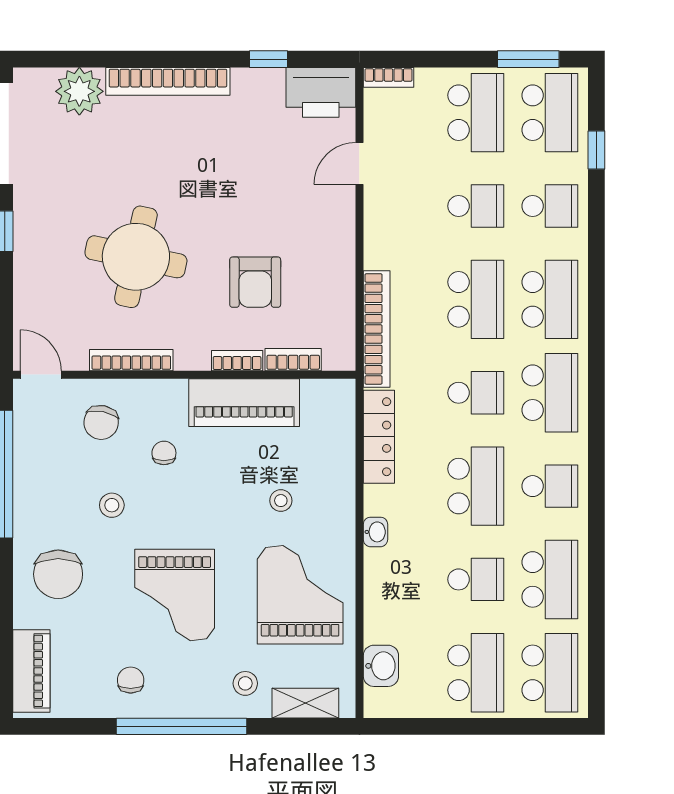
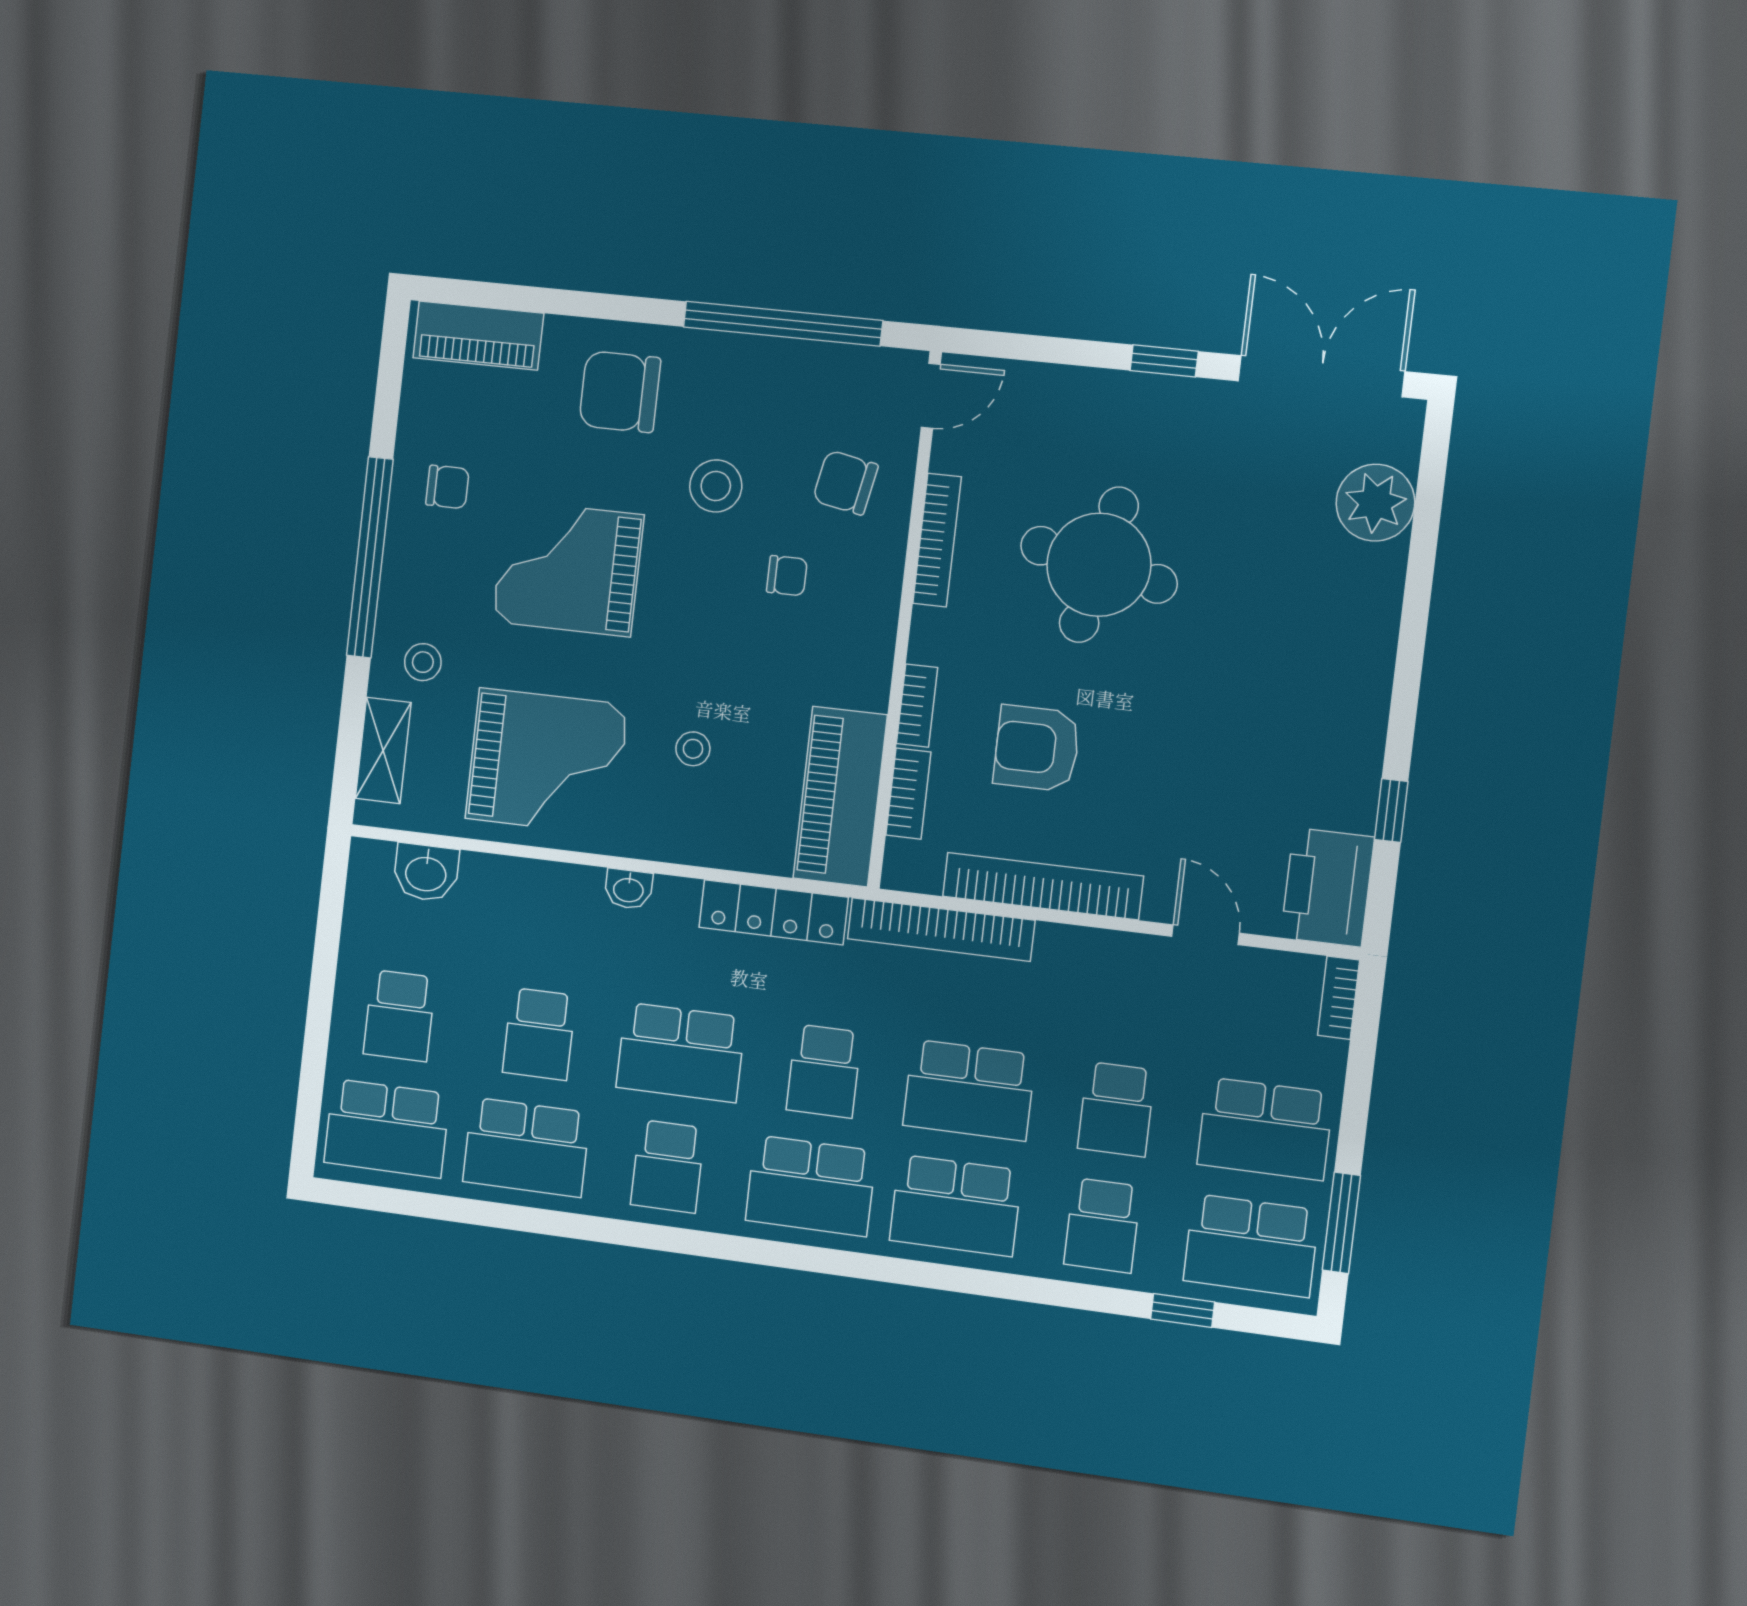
bookcase: (168, 81) -> (1043, 886), moved, turned 90
piano: (244, 403) -> (840, 797), moved
stool: (112, 505) -> (716, 486), width x1.37, depth x1.37
school desk: (476, 673) -> (399, 1016), width x0.54

